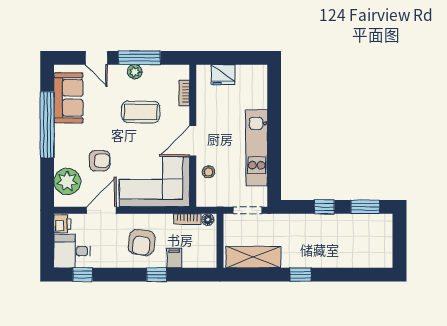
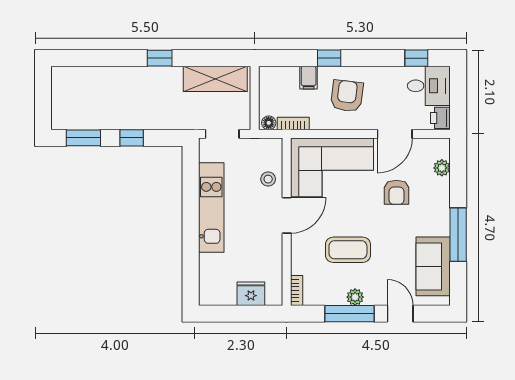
bookcase: (184, 93) -> (297, 290), moved
window: (47, 125) -> (458, 235), width x0.68
armchair: (99, 161) -> (397, 192), turned -90
plant: (67, 181) -> (442, 168), width x0.53, depth x0.53

